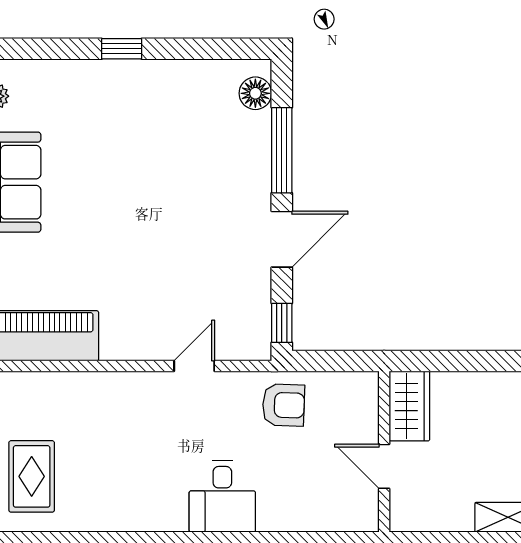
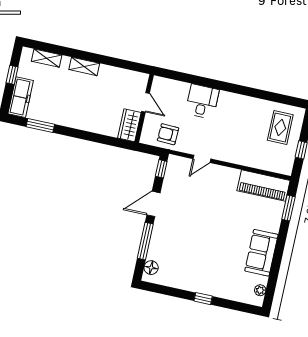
wardrobe: (409, 406) -> (129, 125), moved
wall: (384, 452) -> (144, 108), moved
door: (384, 466) -> (146, 102), moved

